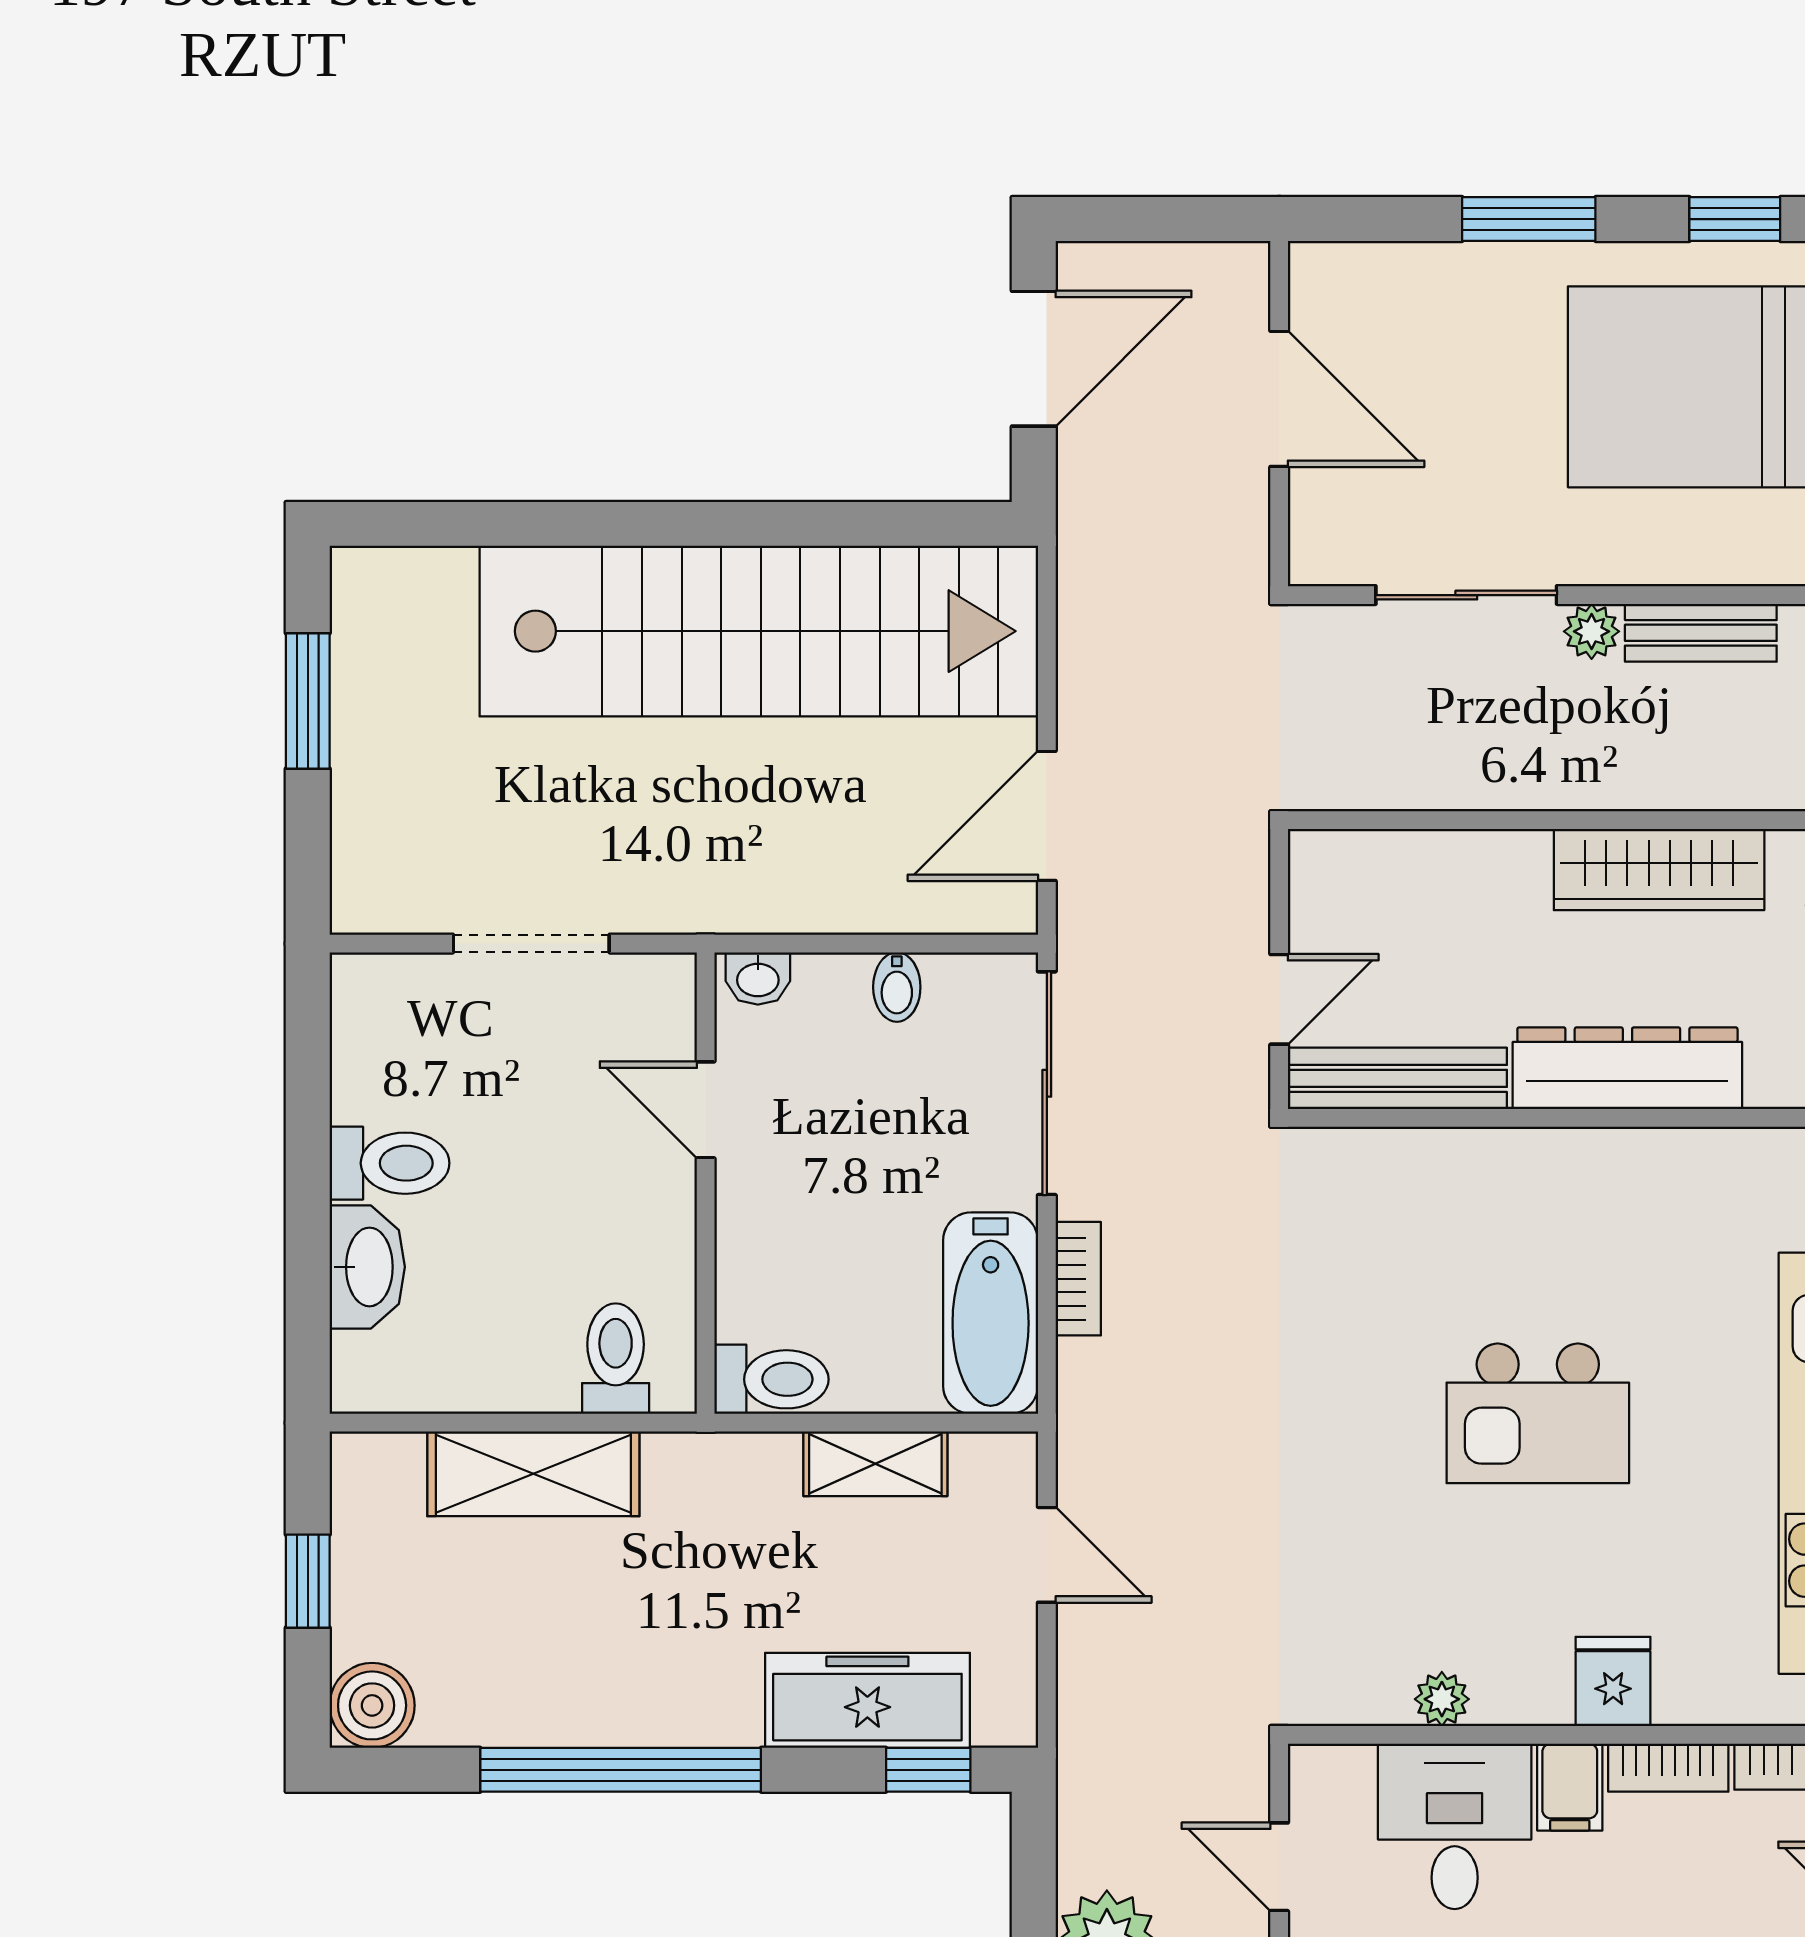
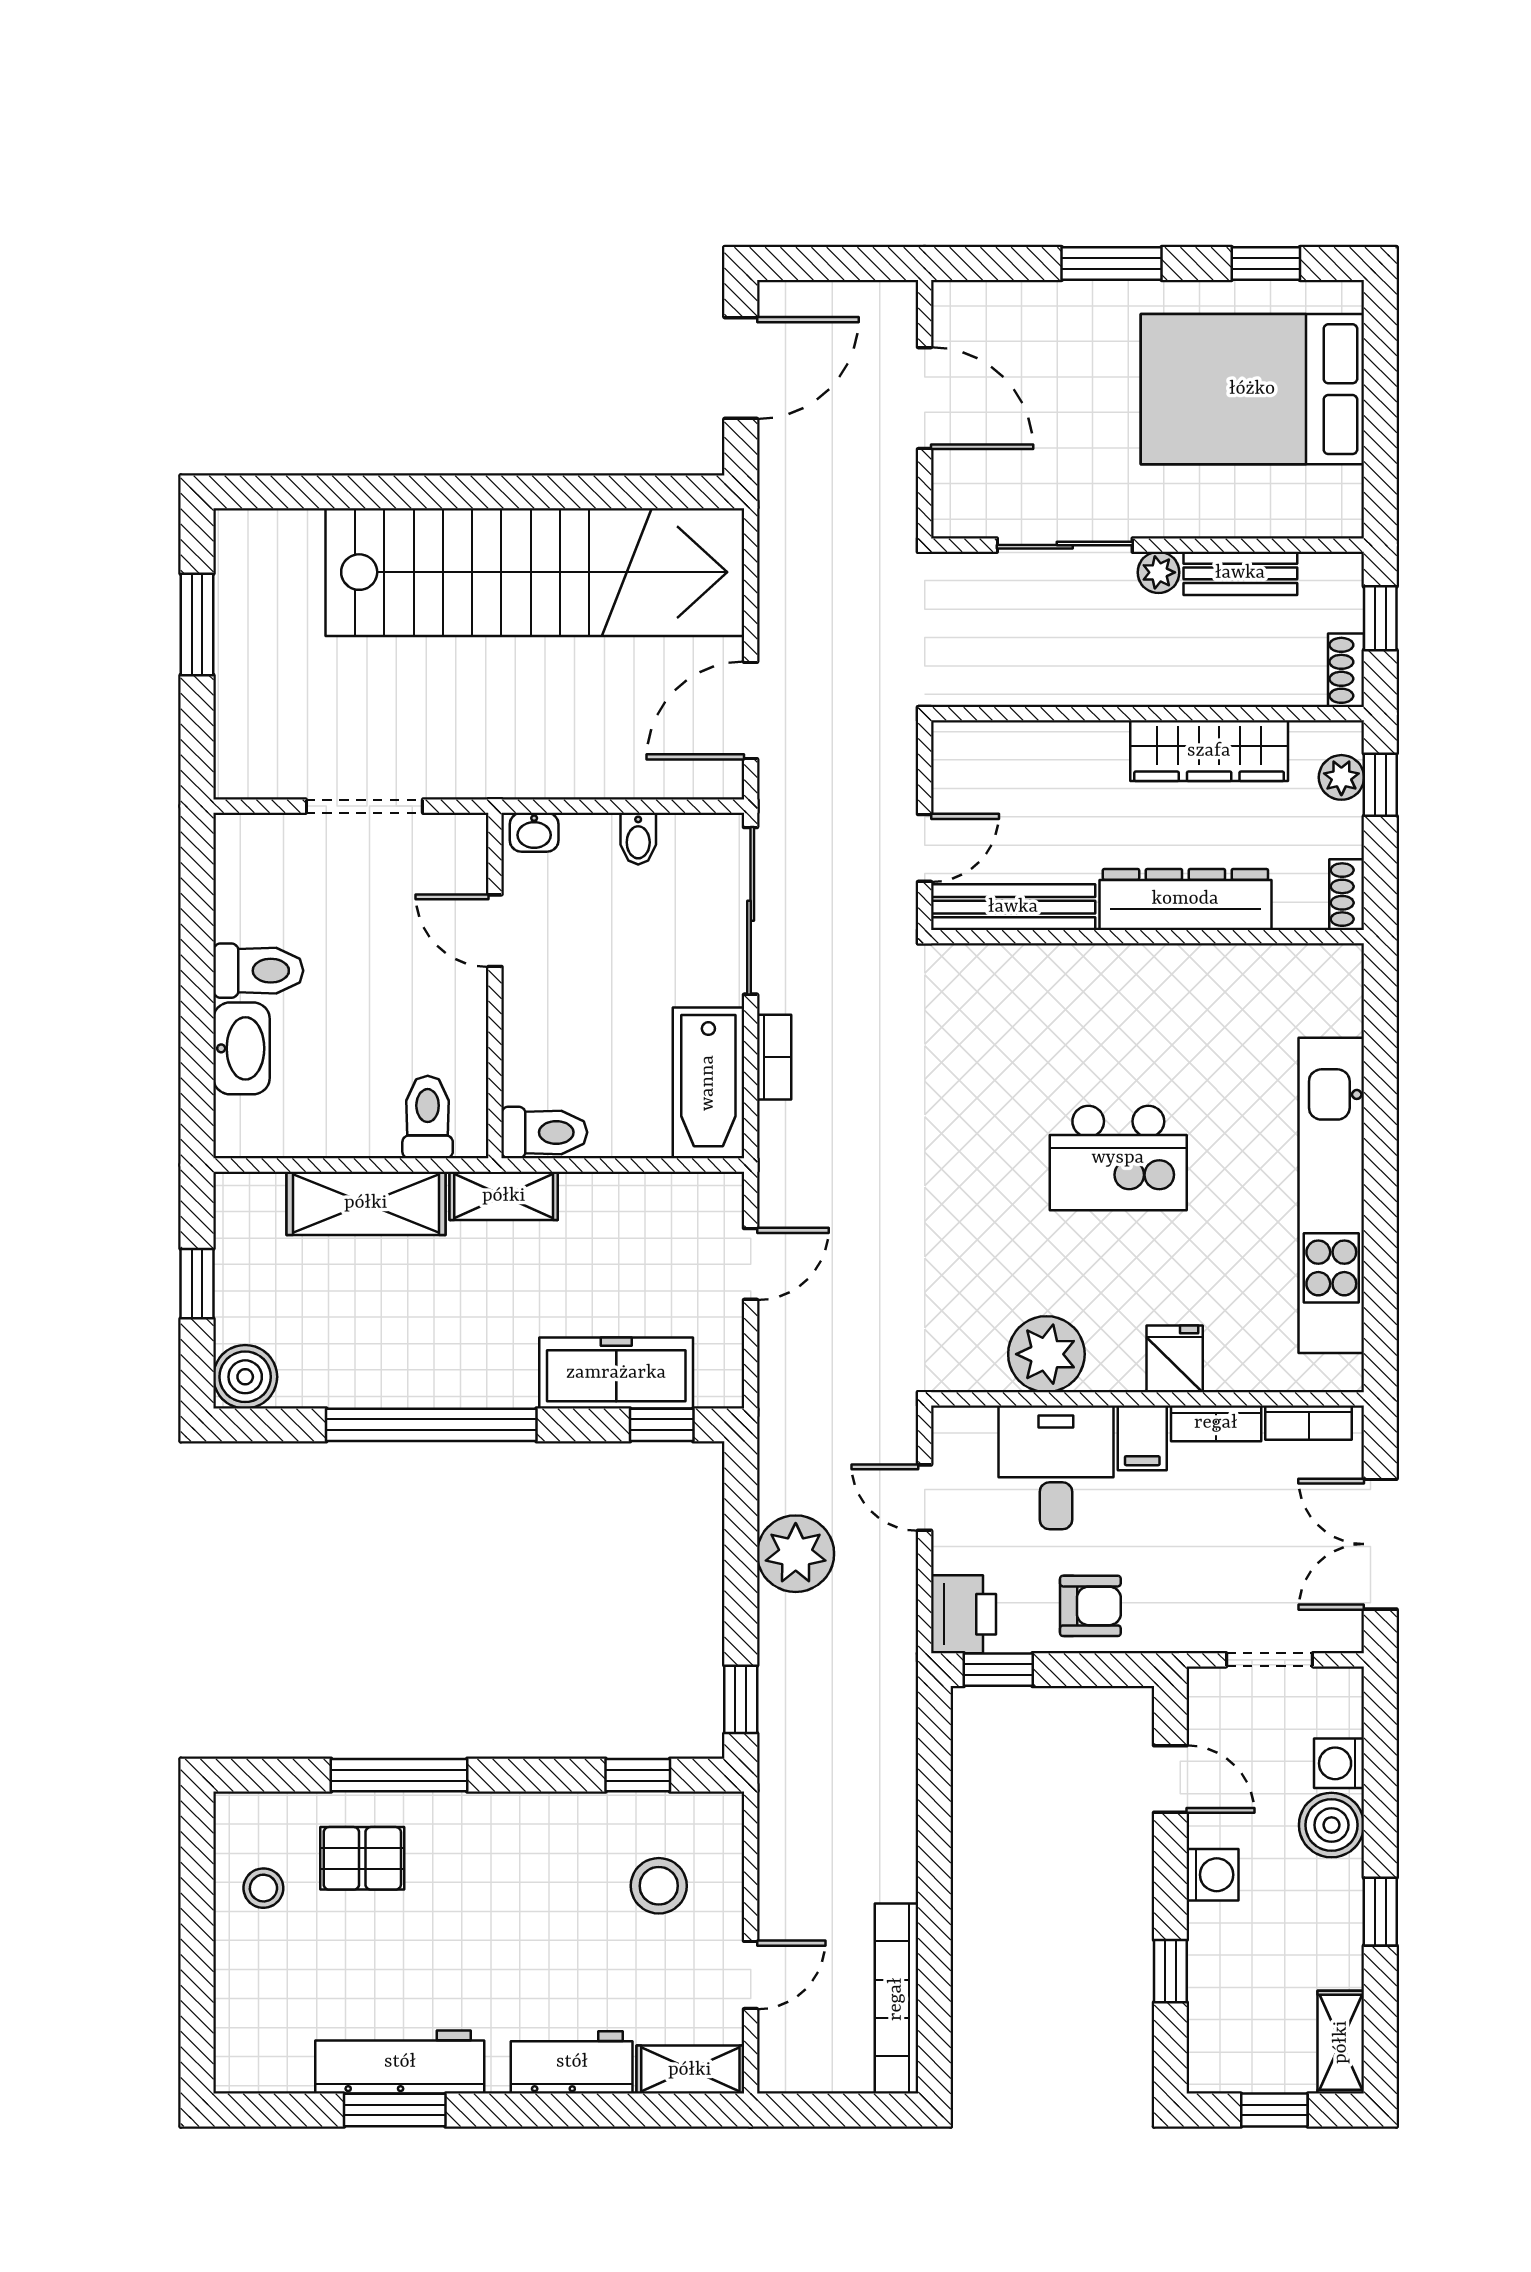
shelving: (875, 1464) -> (504, 1196), moved
door: (1047, 1555) -> (751, 1264), hinge flipped
plant: (1442, 1699) -> (1046, 1354), width x1.88, depth x1.88

